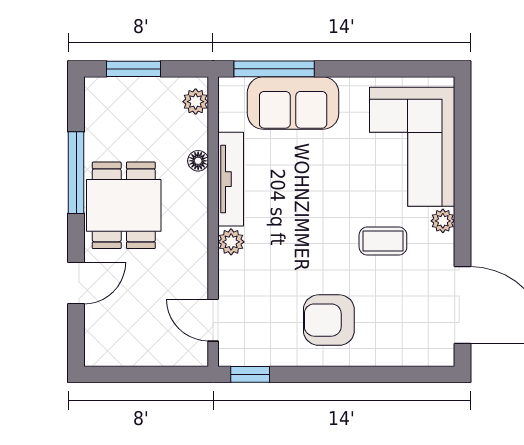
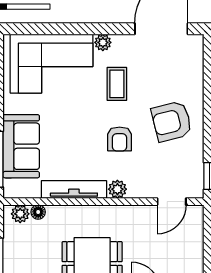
floor lamp: (198, 161) -> (38, 212), moved
armchair: (304, 245) -> (120, 139), added
armchair: (329, 320) -> (172, 121), turned 76

